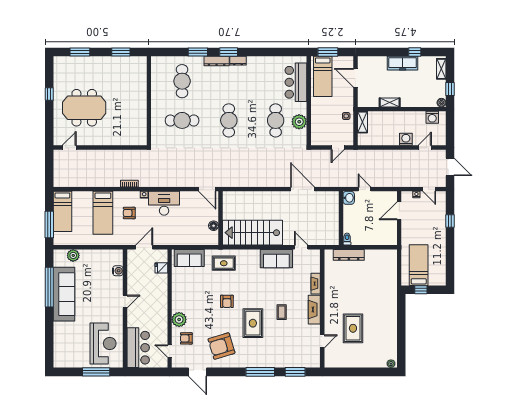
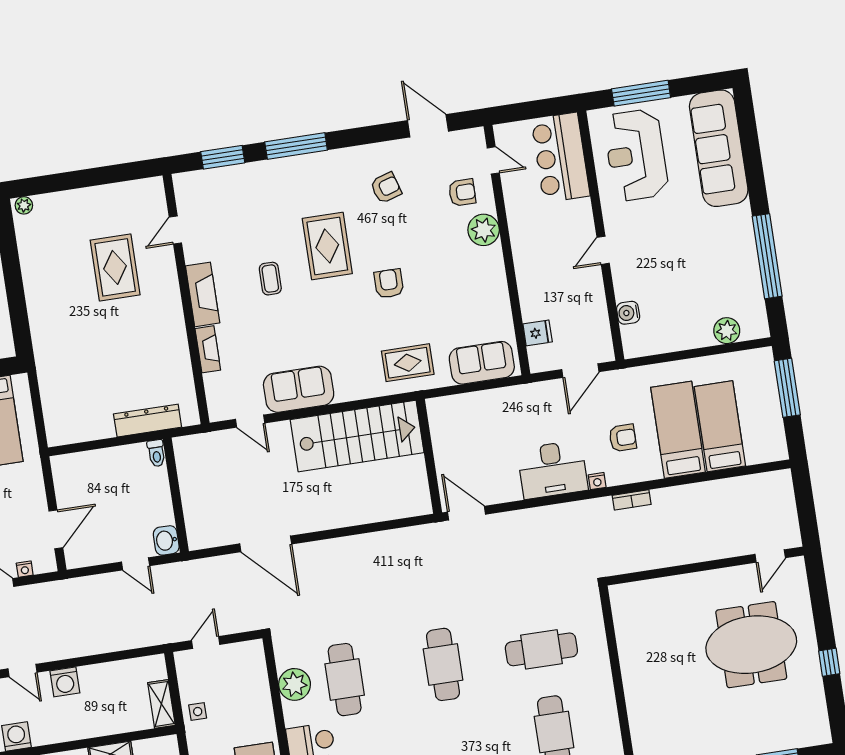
door: (425, 148) -> (22, 670), hinge flipped
bed: (62, 211) -> (720, 426), moved
floor lamp: (214, 226) -> (441, 438), removed
sofa: (64, 294) -> (719, 148), moved
armchair: (221, 346) -> (386, 188), width x0.53, depth x0.53

